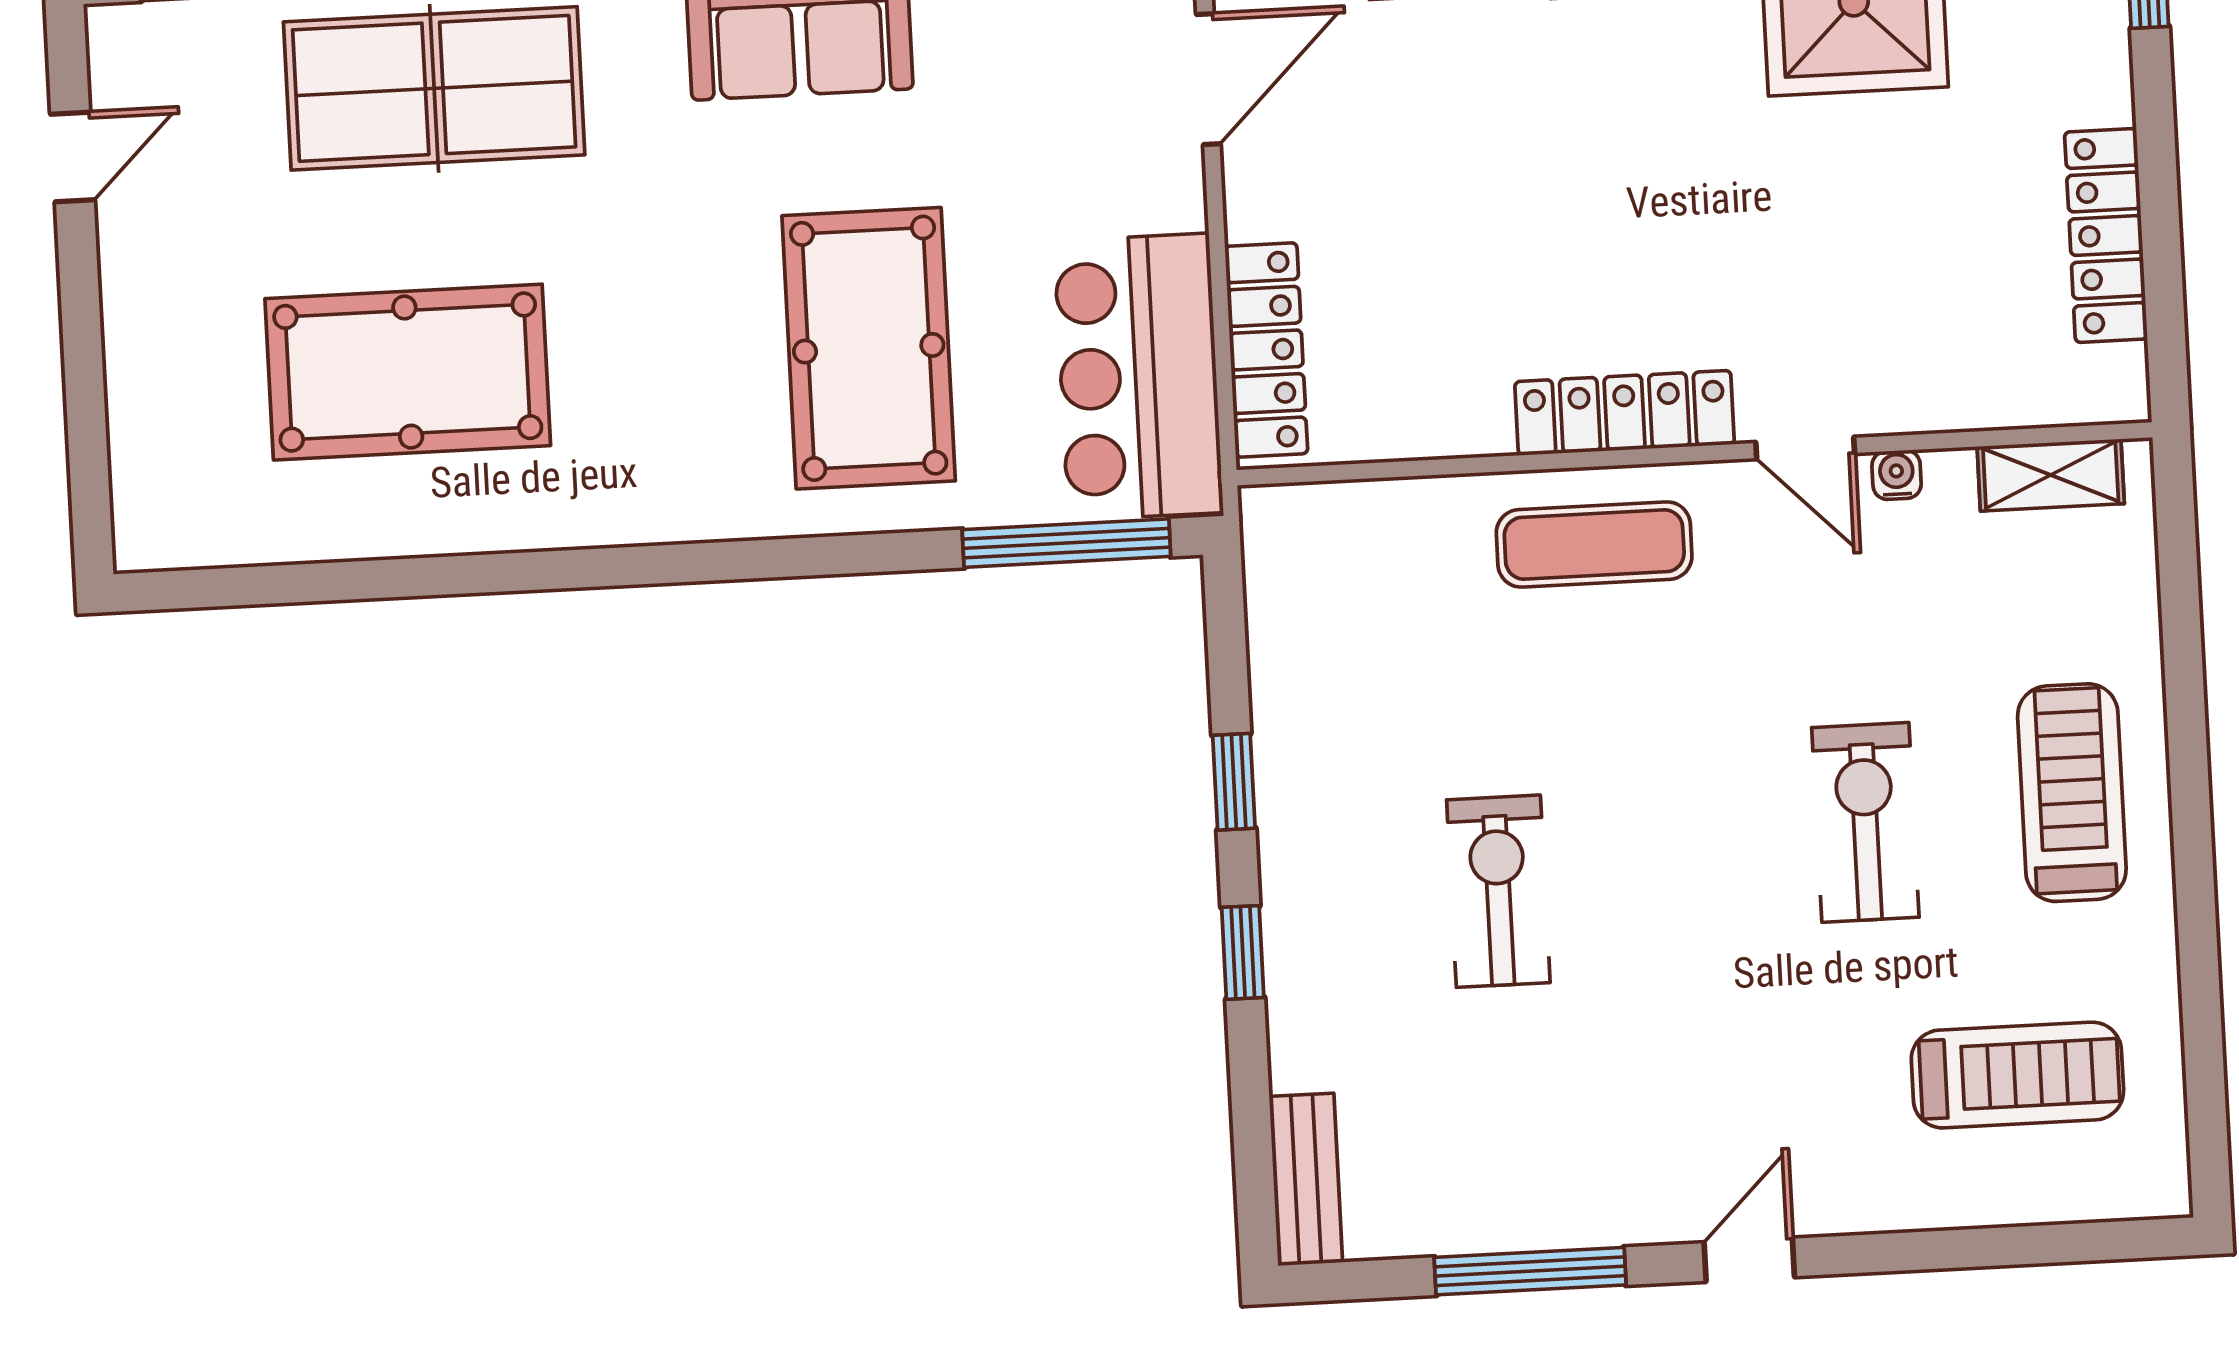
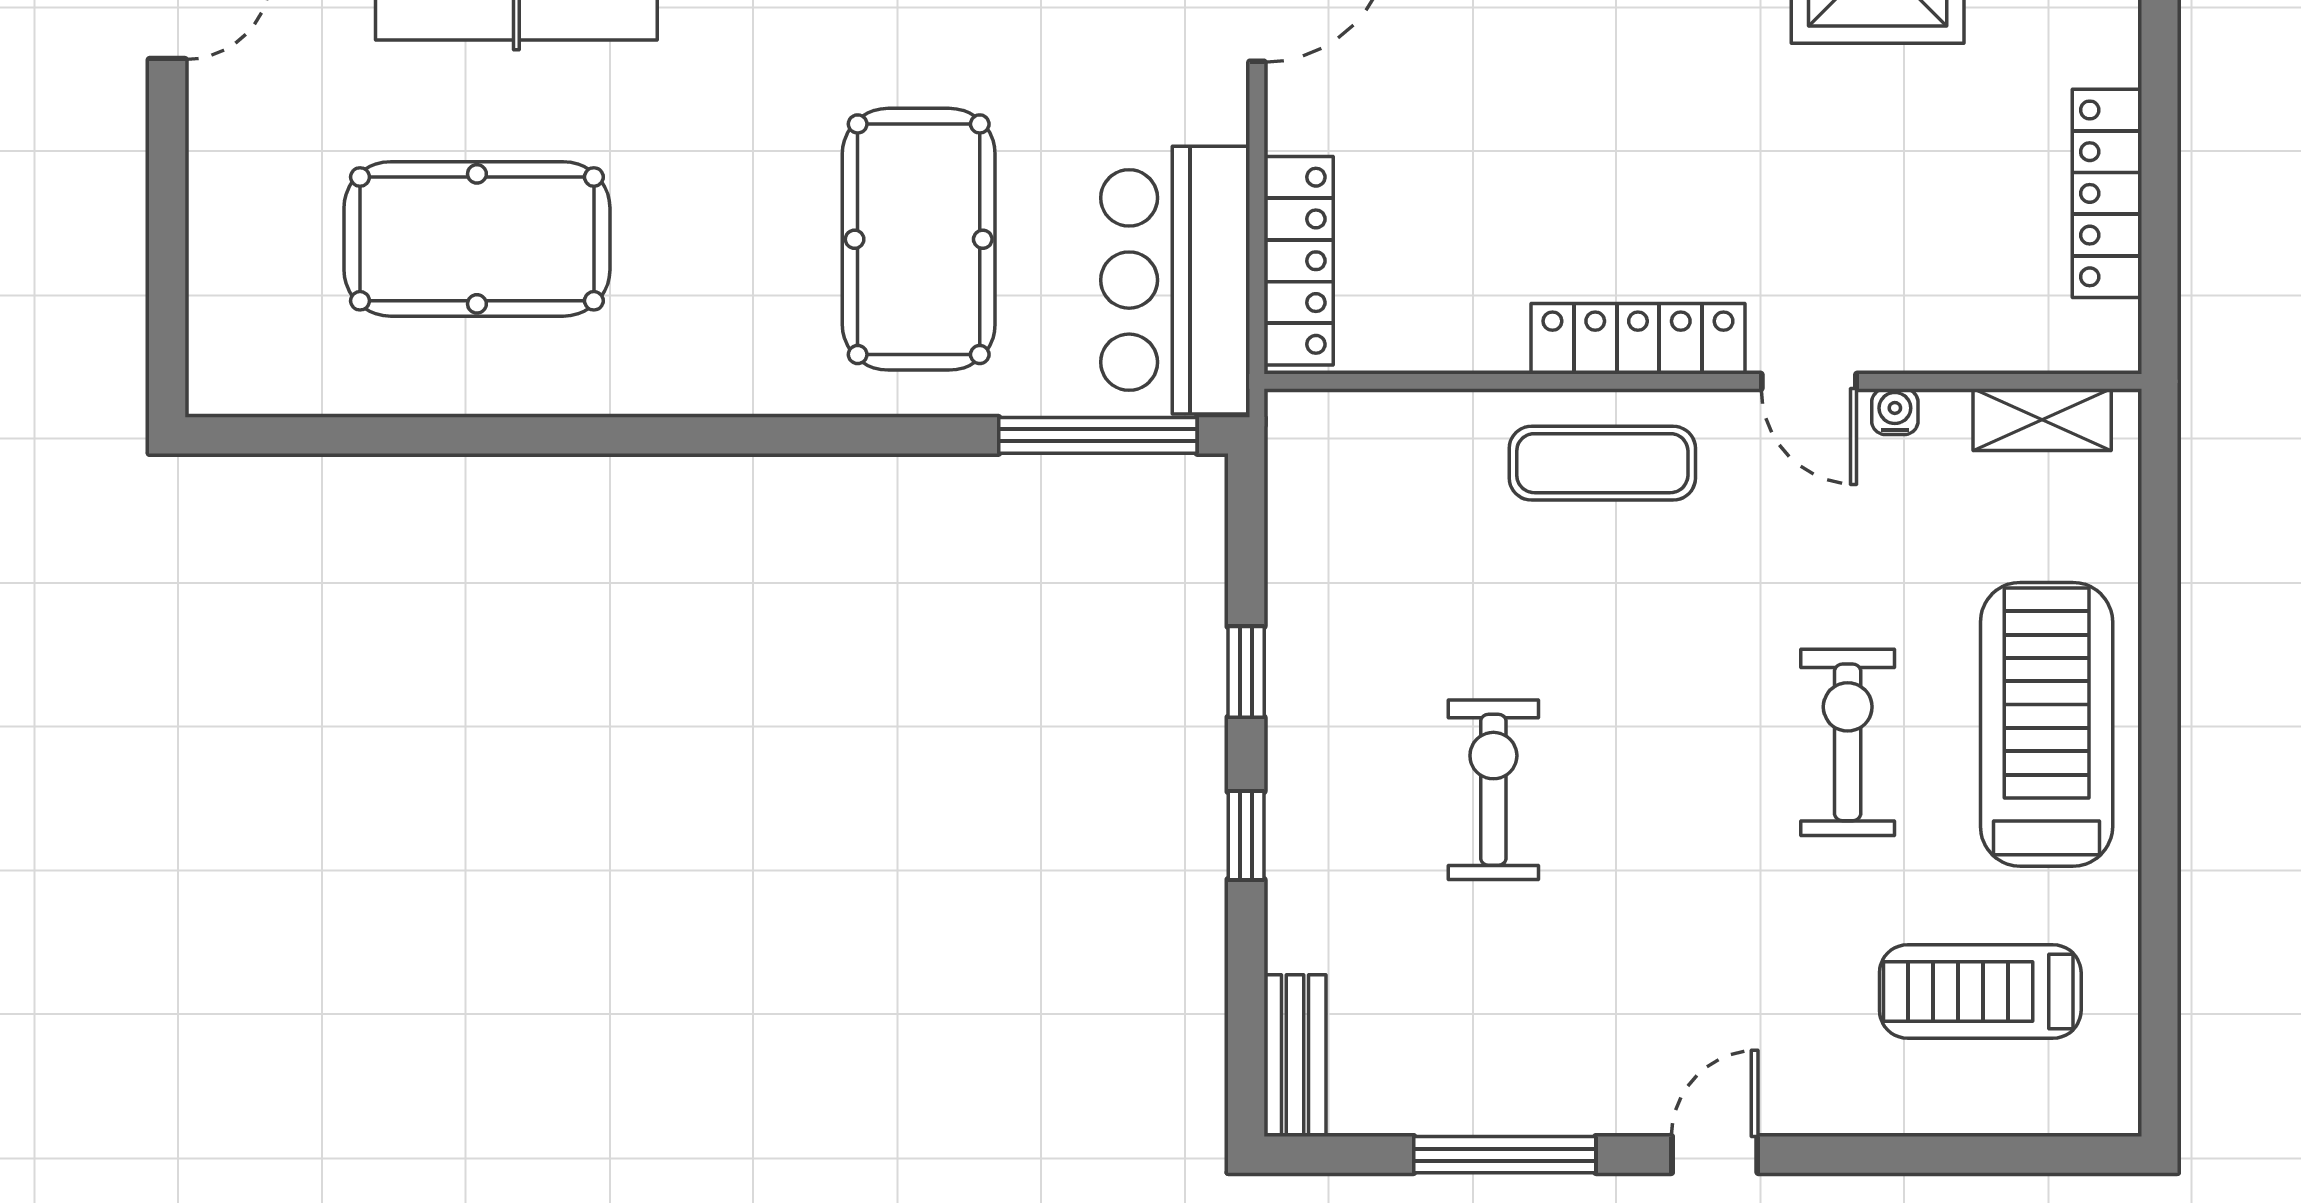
treadmill: (2072, 793) -> (2047, 724), width x1.37, depth x1.38
treadmill: (2017, 1075) -> (1980, 992), turned 180

